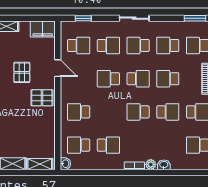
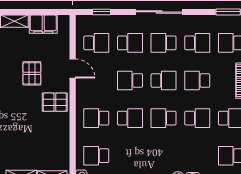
sliding door: (134, 18) -> (159, 12), width x1.37
filing cabinet: (43, 29) -> (43, 24), moved
school desk: (168, 45) -> (197, 43), turned 180
school desk: (108, 145) -> (130, 118), moved

